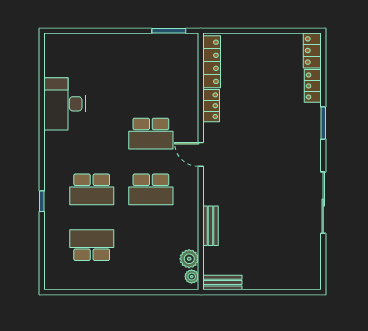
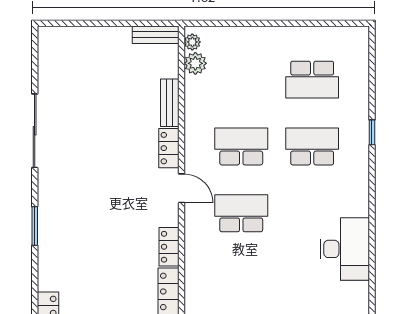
locker: (313, 86) -> (169, 148), moved, turned 180

